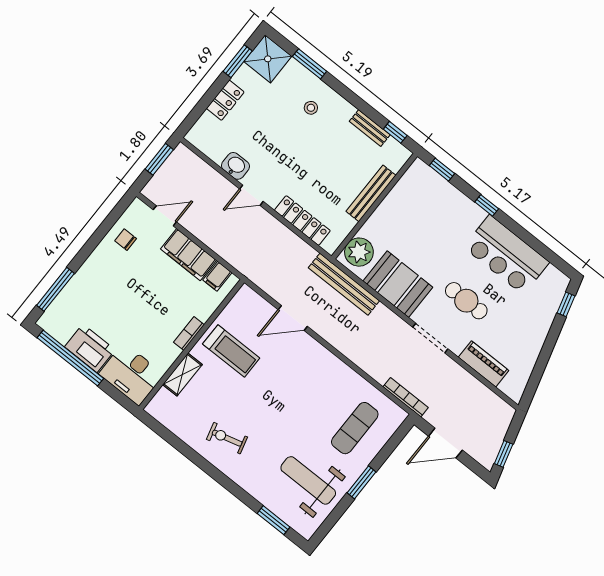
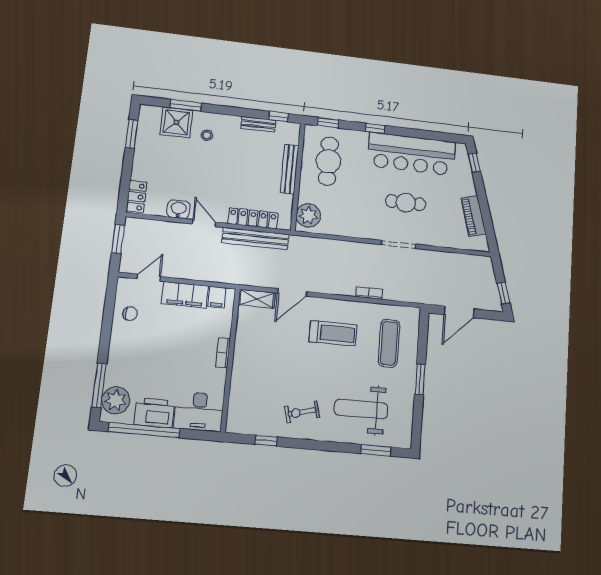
shower: (268, 59) -> (176, 122), moved
locker: (225, 100) -> (137, 197), moved
door: (251, 195) -> (204, 223), swing flipped
cafe table: (416, 210) -> (328, 161), added
chair: (126, 240) -> (130, 314), turned 180
bar counter: (506, 255) -> (411, 154), width x1.36
bench: (344, 284) -> (255, 239), moved
booth: (398, 284) -> (351, 221), removed
plant: (62, 313) -> (116, 400), added
treadmill: (231, 351) -> (333, 333), moved
piano: (484, 364) -> (473, 216), moved, turned -106
shelving: (182, 375) -> (257, 299), moved, turned 90
bookcase: (406, 397) -> (369, 293), moved, width x0.64
window: (176, 442) -> (266, 441), added
weight bench: (308, 480) -> (361, 409), moved

